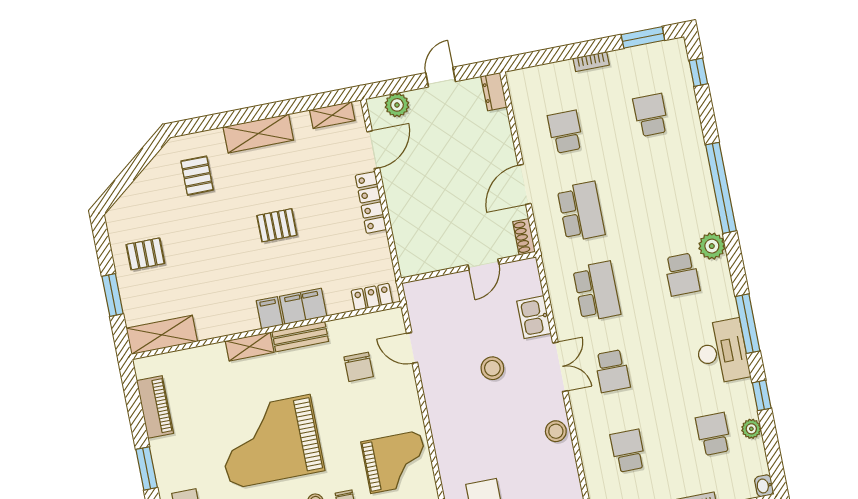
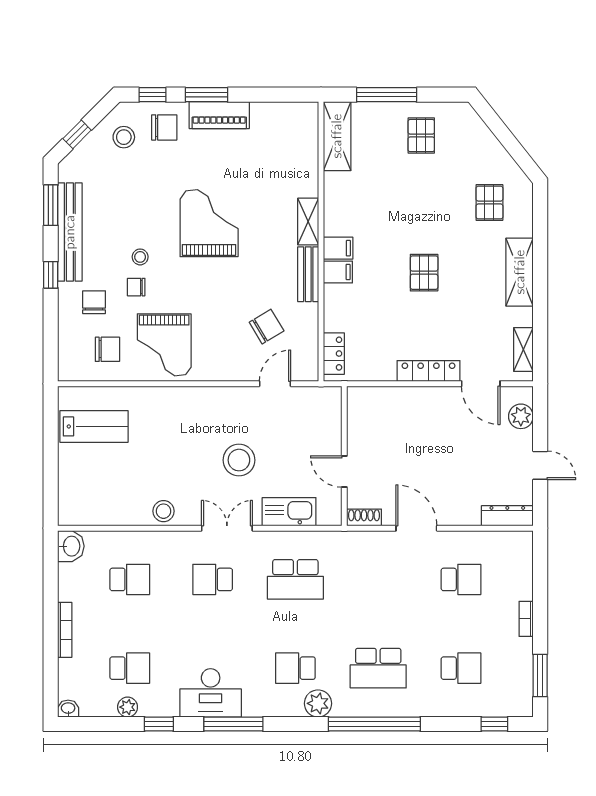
dresser: (494, 92) -> (507, 516), width x1.44
pallet: (197, 176) -> (489, 203), turned 90
school desk: (581, 212) -> (378, 668), moved
window: (113, 295) -> (387, 95), width x1.44
filing cabinet: (303, 306) -> (338, 272), width x0.50
kitchen sink: (534, 317) -> (289, 512), width x1.38
chair: (359, 367) -> (267, 327), turned 149
double door: (560, 367) -> (227, 528), swing flipped
stool: (492, 368) -> (239, 460), width x1.38, depth x1.38
piano: (155, 407) -> (219, 115), moved
grand piano: (270, 442) -> (209, 223), width x0.73, depth x0.68

